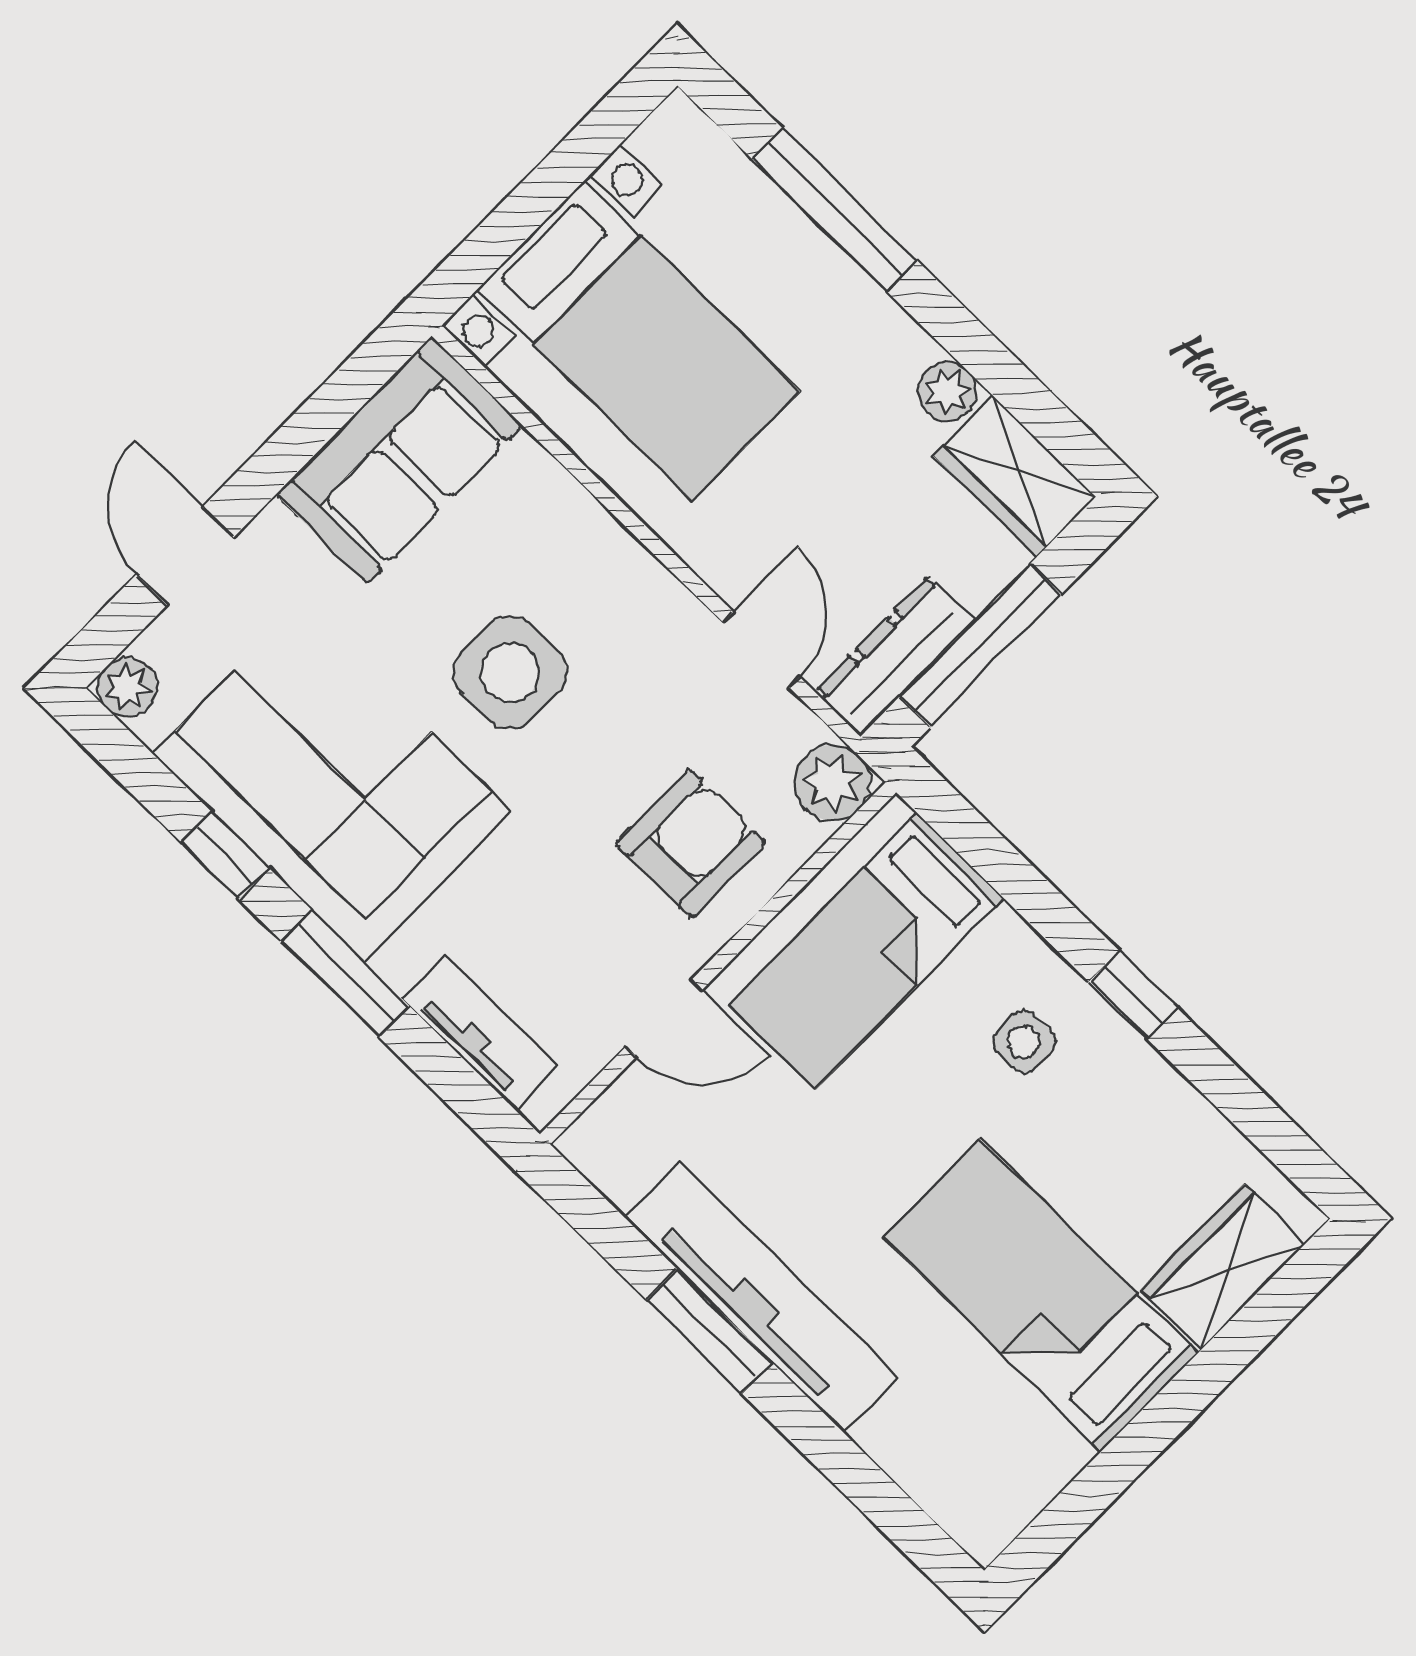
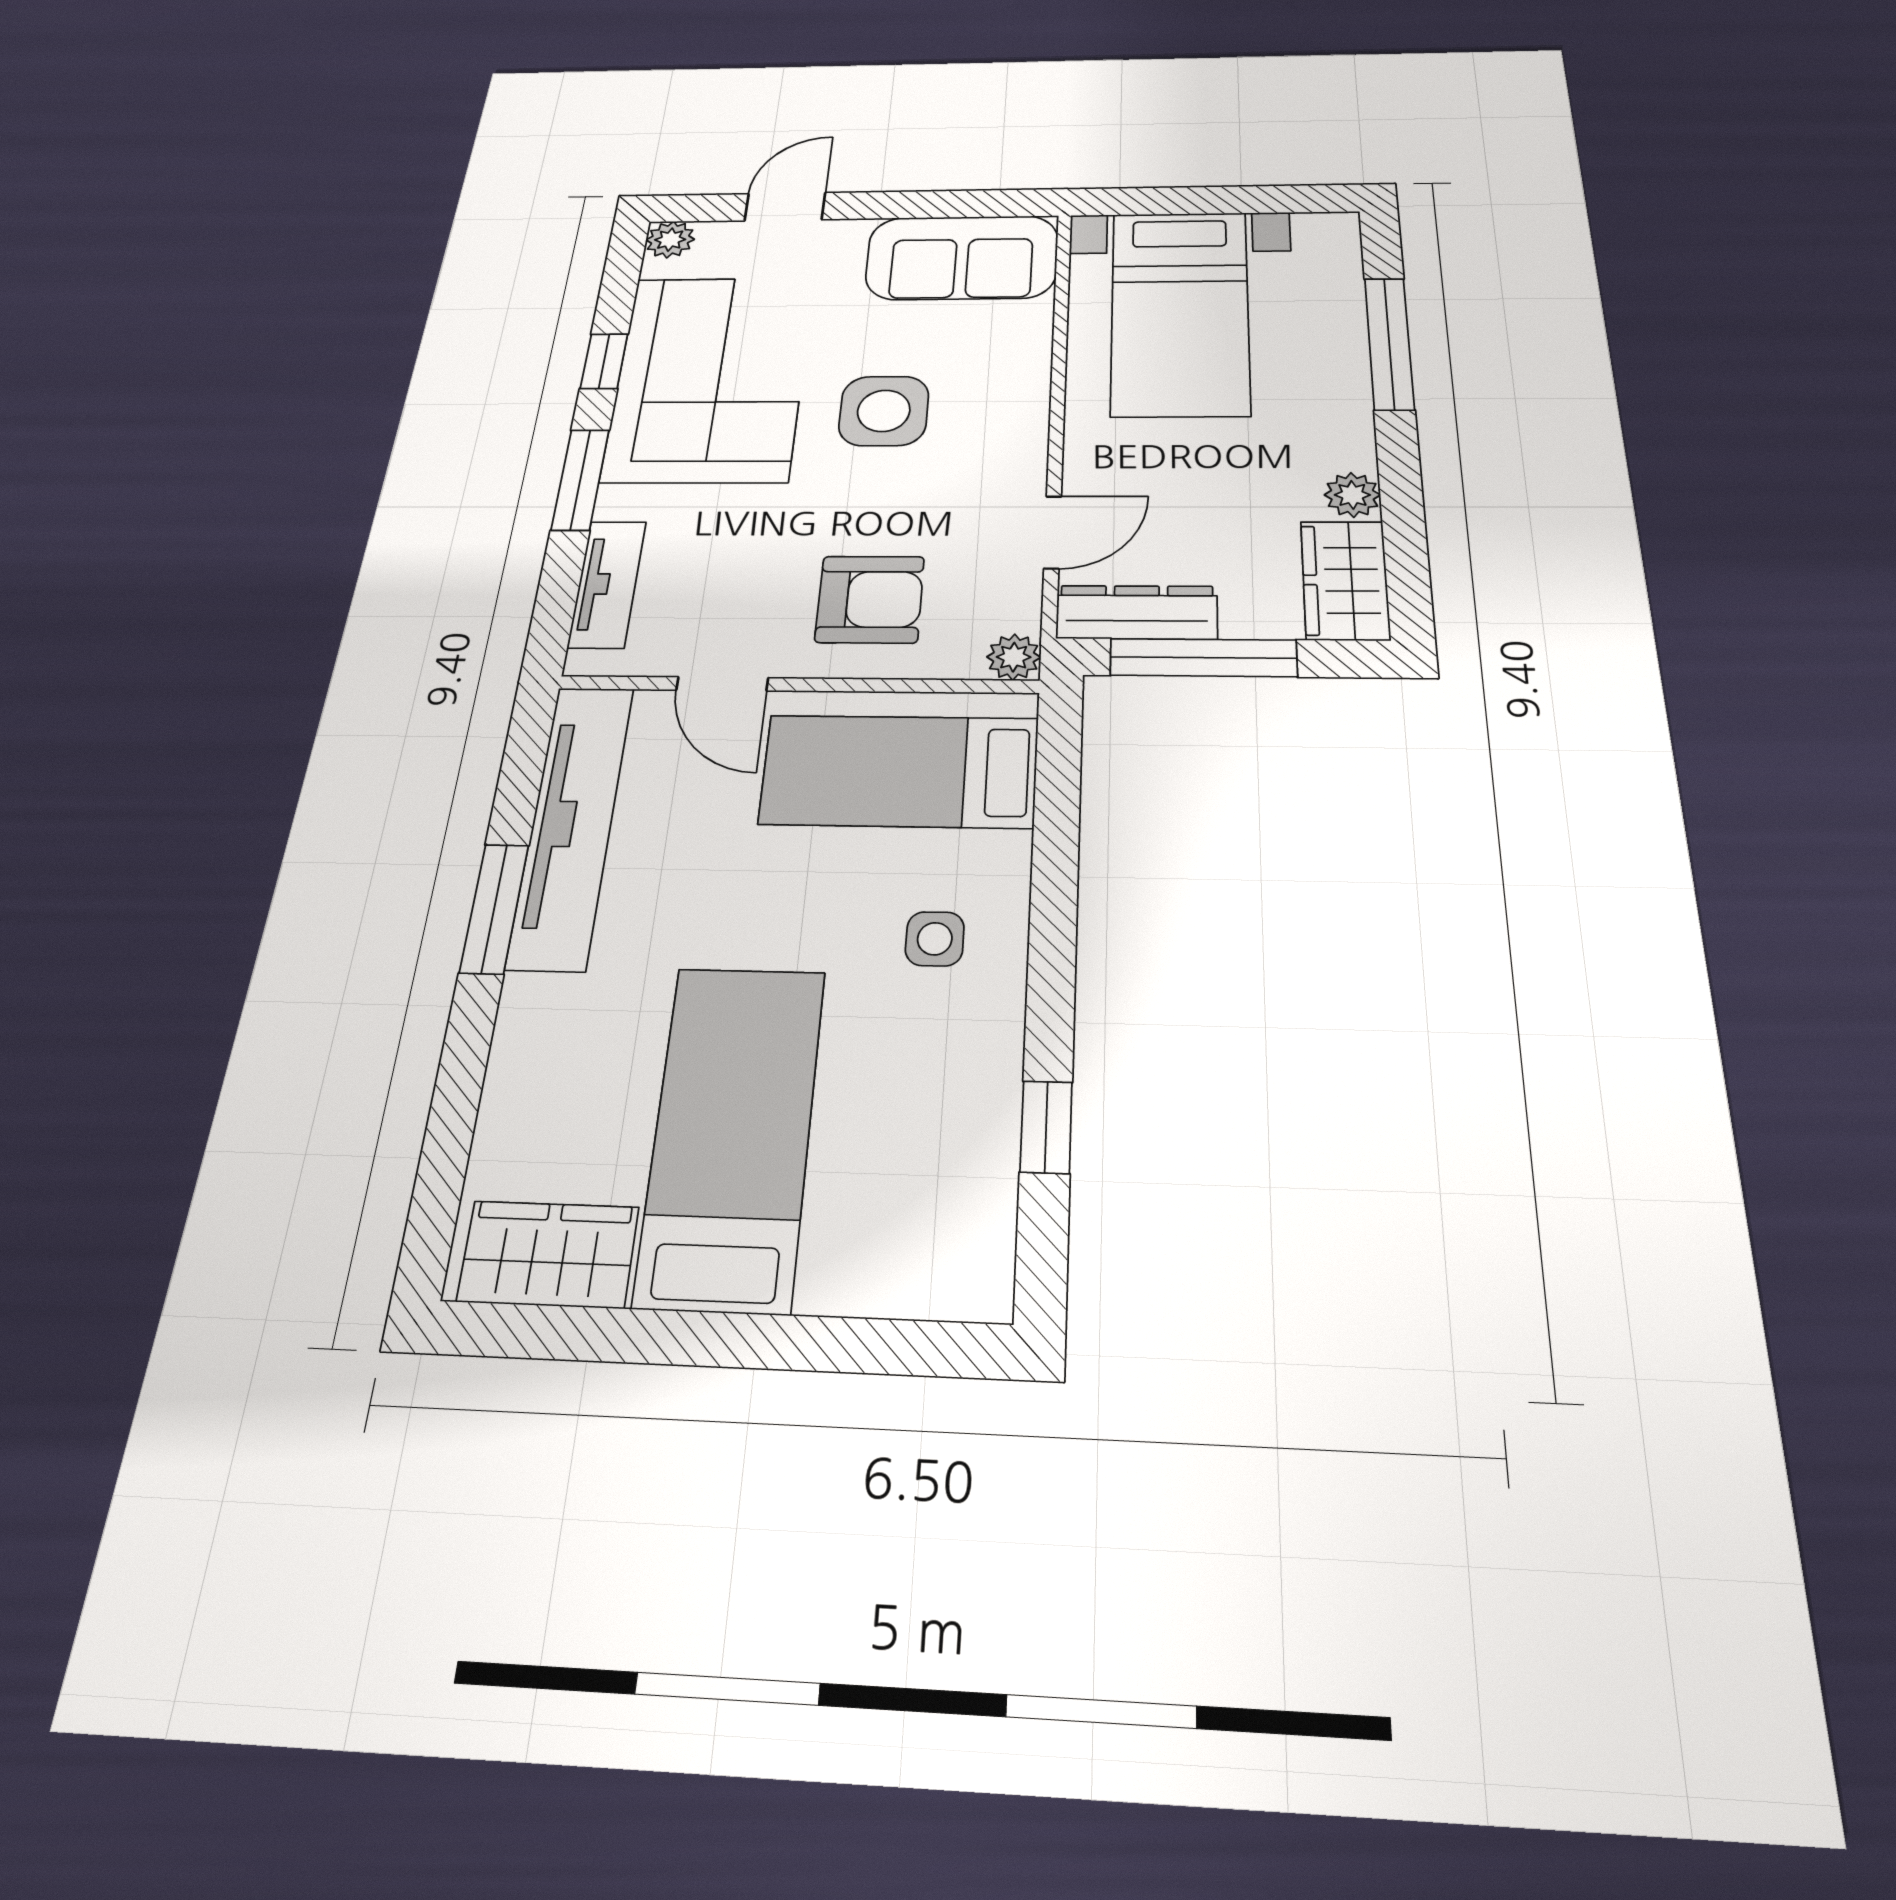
plant: (832, 783) -> (1014, 657), width x0.73, depth x0.73
window: (1133, 995) -> (1046, 1127), moved
wardrobe: (1223, 1266) -> (548, 1254), moved
tv unit: (761, 1297) -> (572, 824), moved

